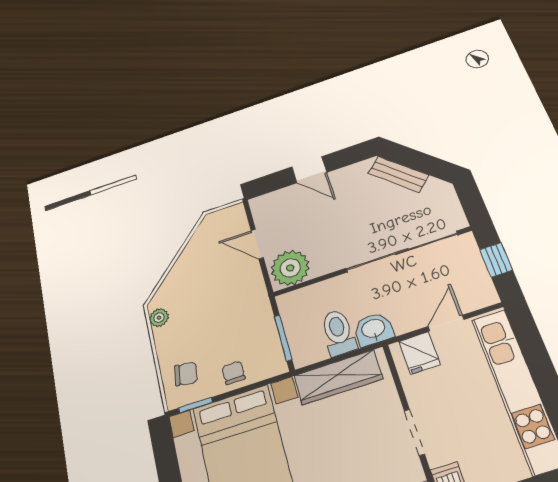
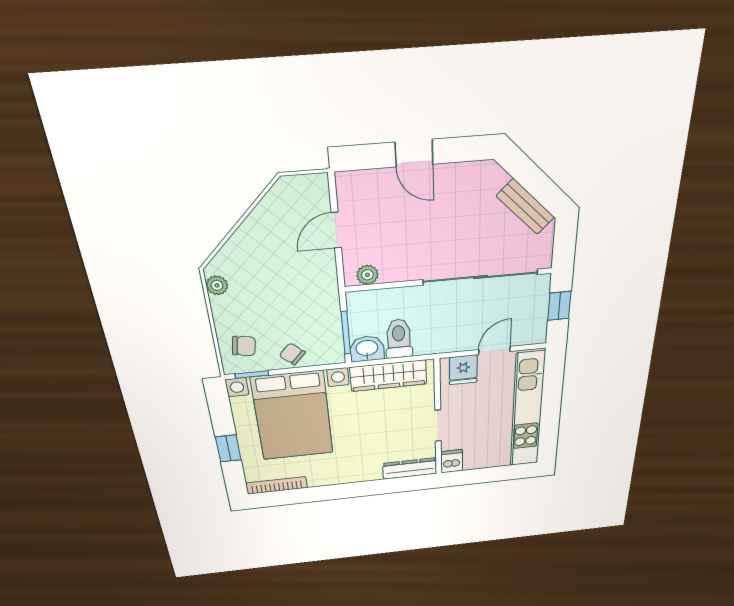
bench: (398, 174) -> (526, 207), moved
door: (257, 244) -> (336, 230), hinge flipped
plant: (290, 268) -> (367, 275), width x0.53, depth x0.53
washbasin: (373, 329) -> (367, 349), moved
chair: (233, 373) -> (292, 354), turned -48

